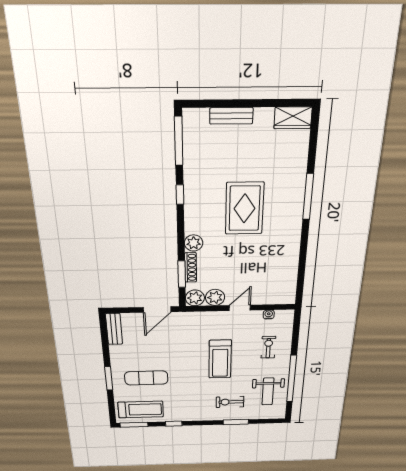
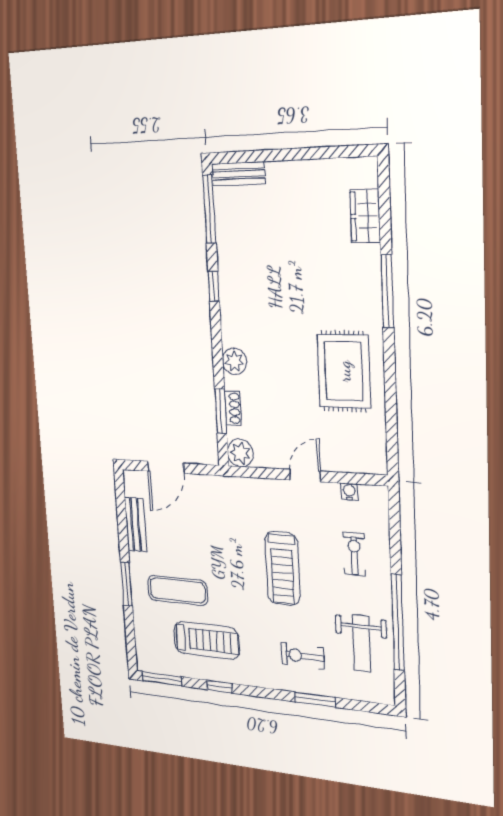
bench: (231, 116) -> (238, 174), moved
wardrobe: (293, 118) -> (365, 216), moved, turned 90
rug: (244, 208) -> (344, 371), moved
shoe rack: (191, 267) -> (233, 408), width x0.70
plant: (215, 297) -> (268, 454), removed
door: (157, 310) -> (166, 467), moved
bench: (114, 329) -> (135, 524), moved
treadmill: (141, 410) -> (206, 640), moved

